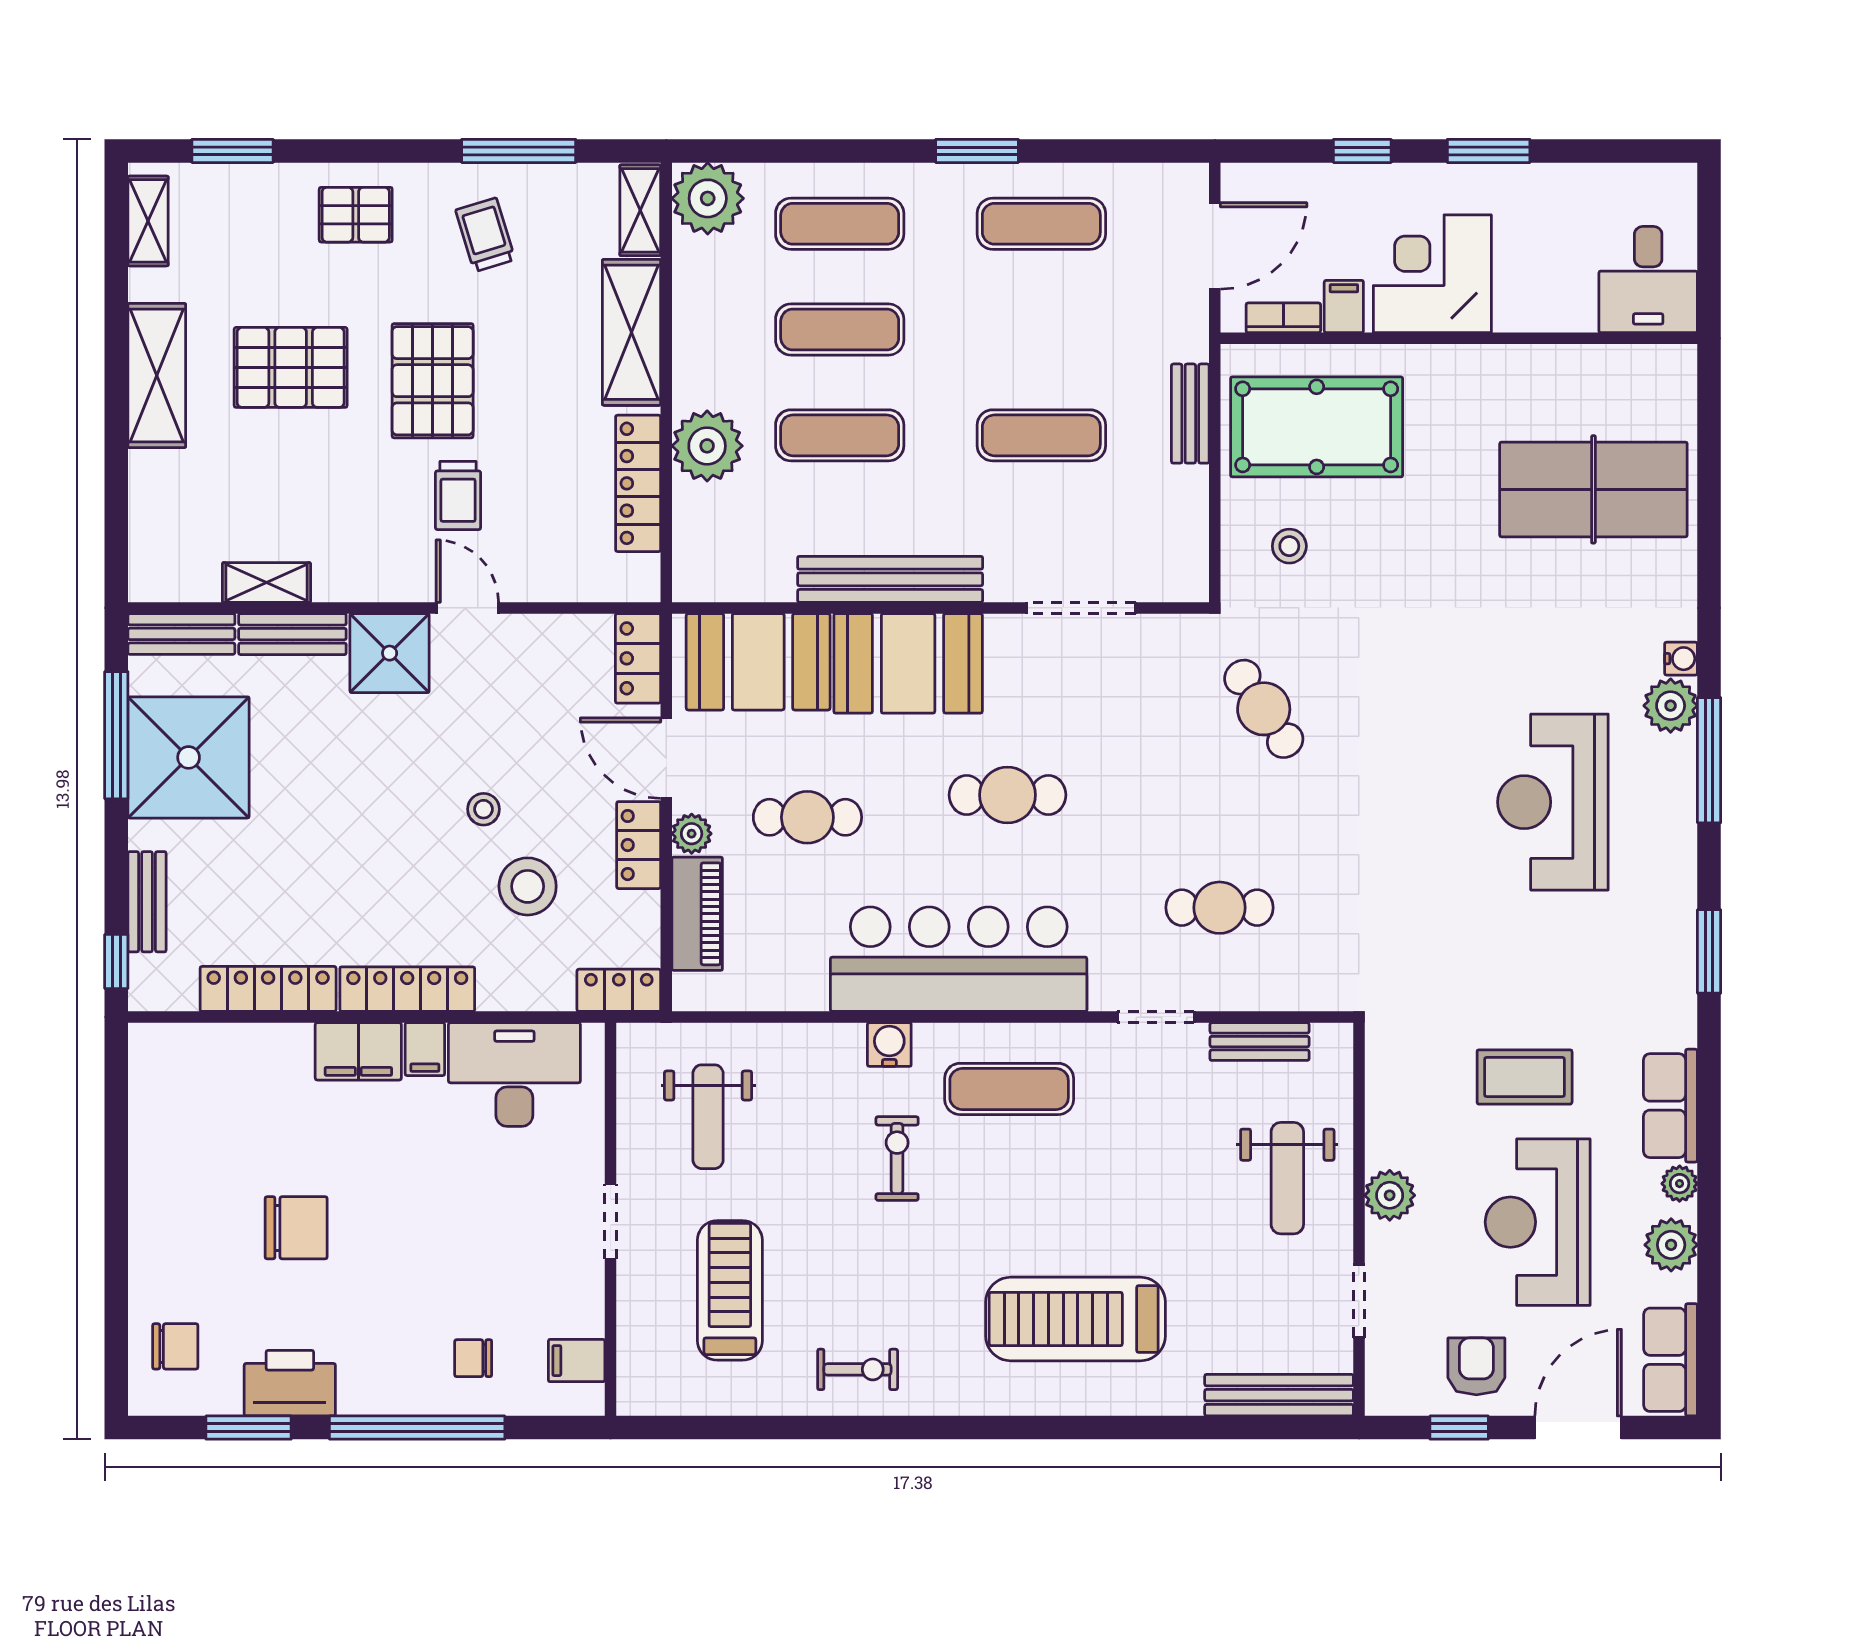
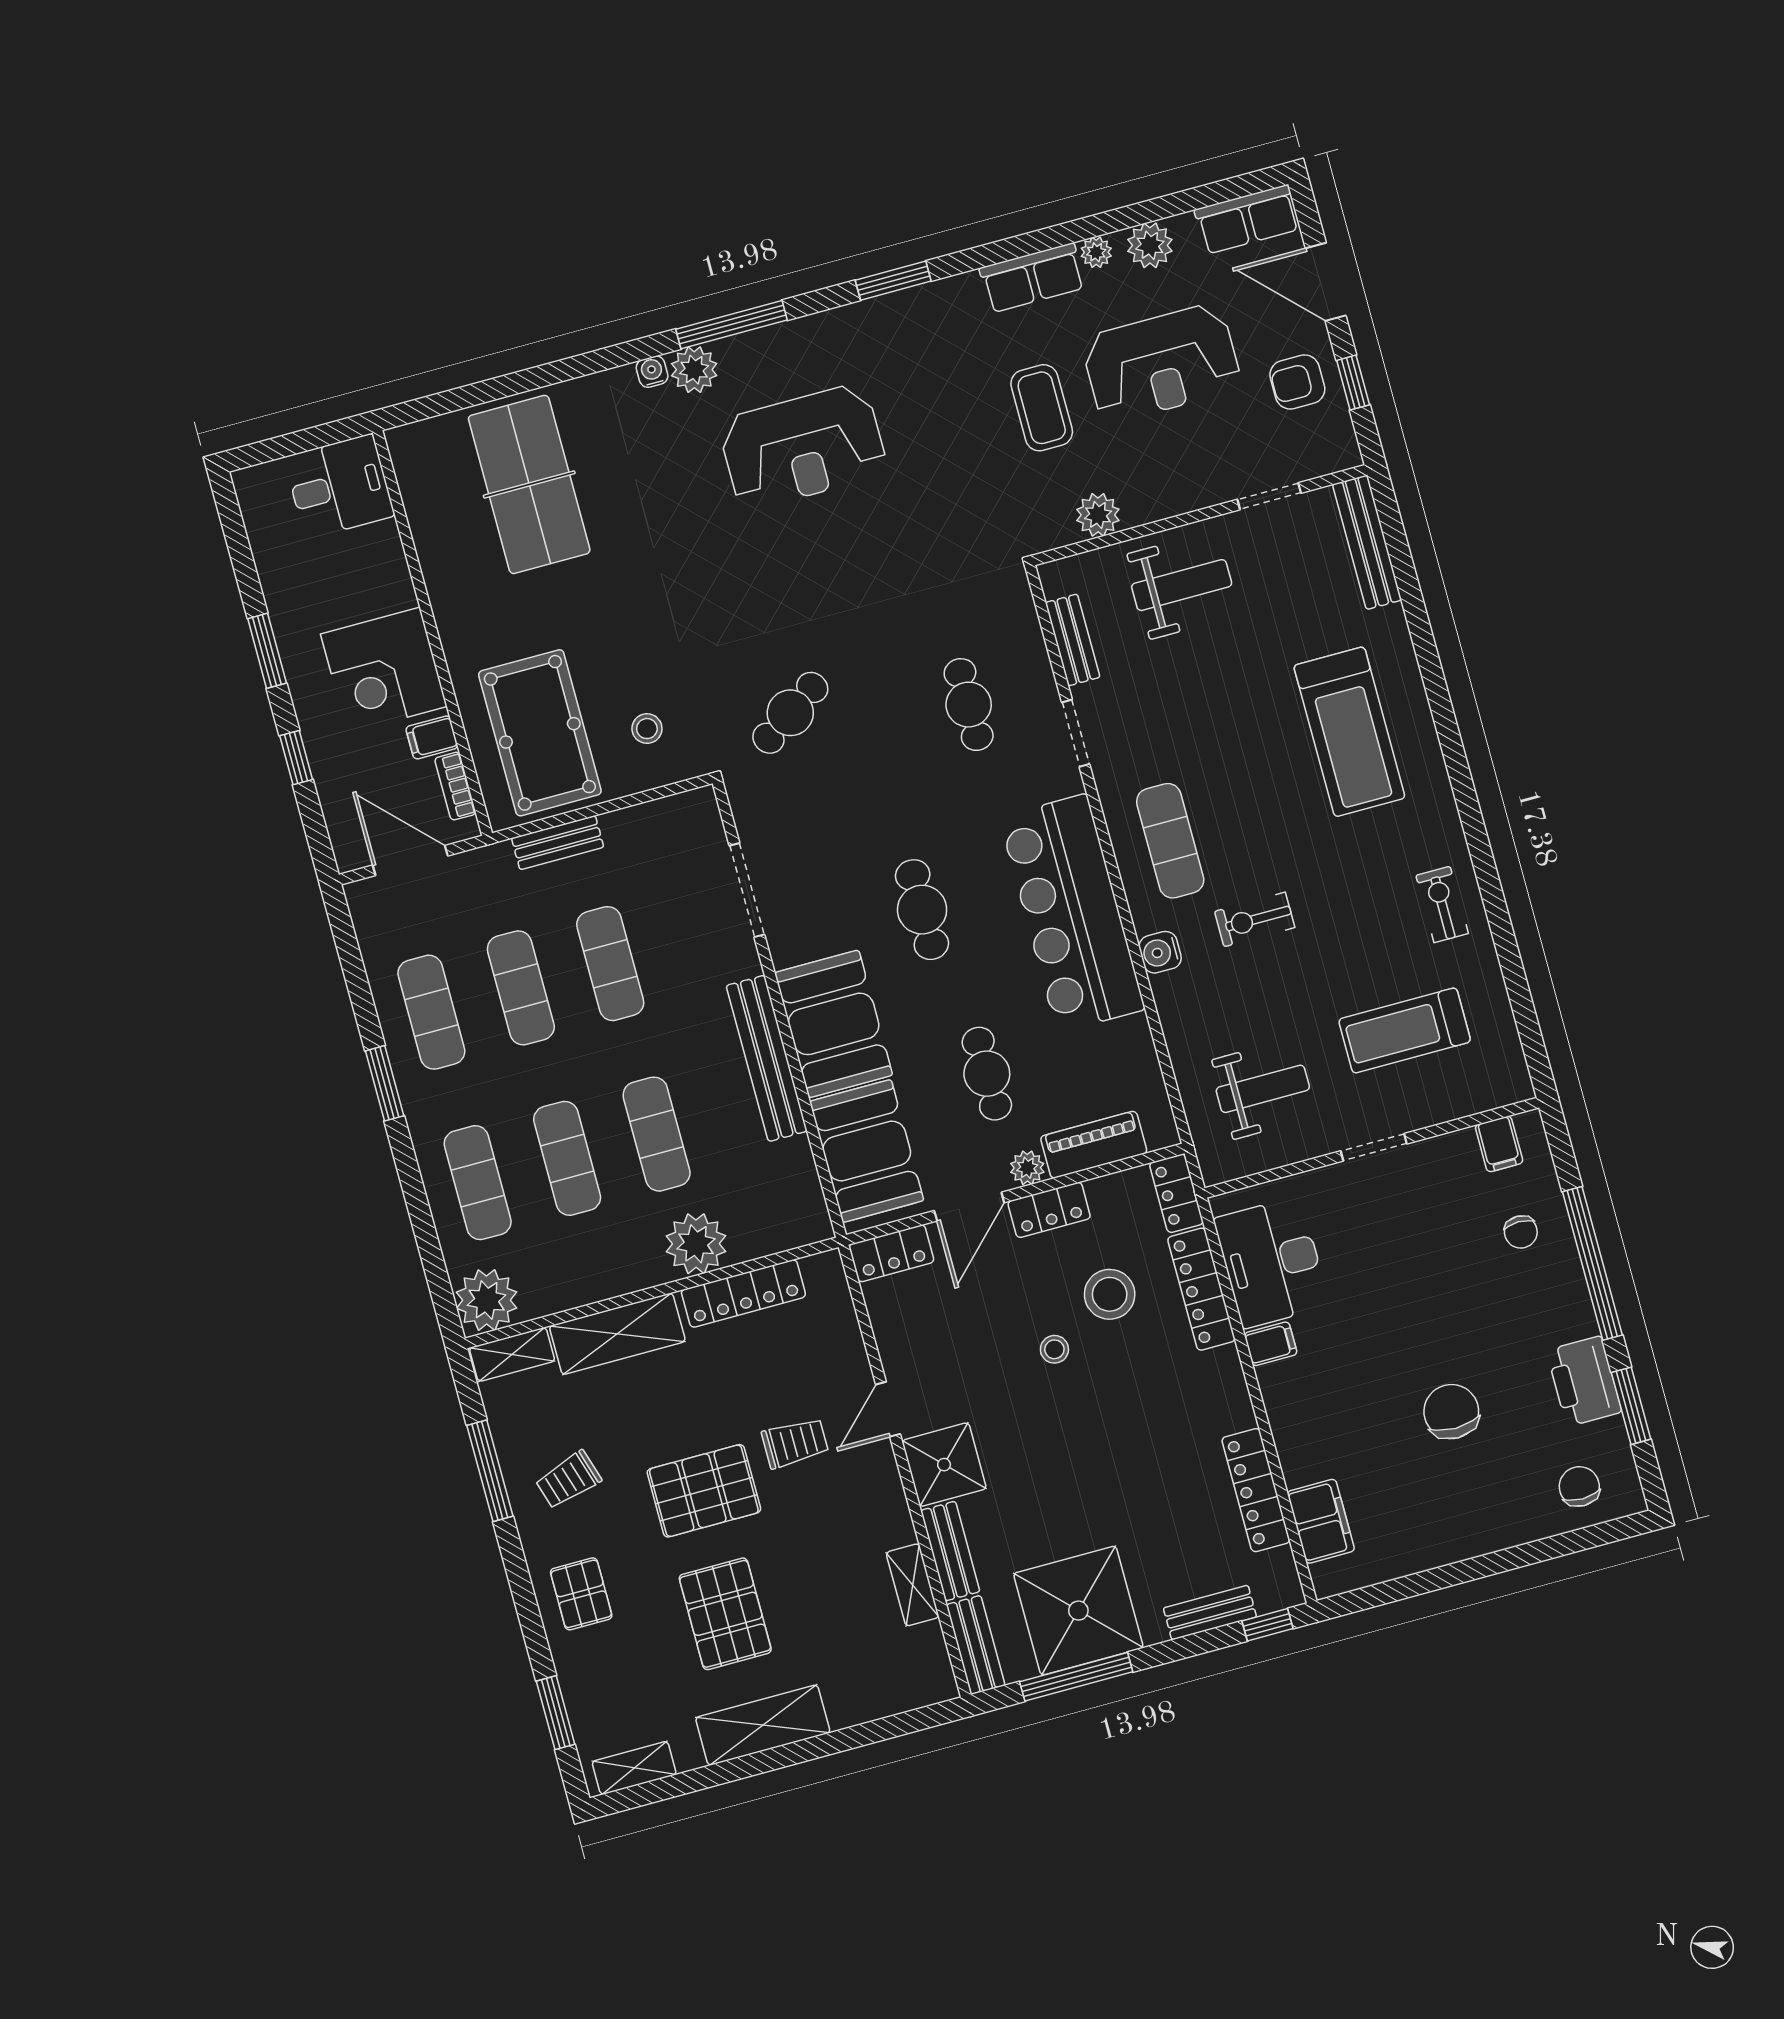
exercise mat: (1041, 330) -> (521, 988), added
locker: (407, 989) -> (1201, 1289), moved
filing cabinet: (358, 1051) -> (1321, 1521), moved
plant: (1390, 1195) -> (1098, 515), moved

